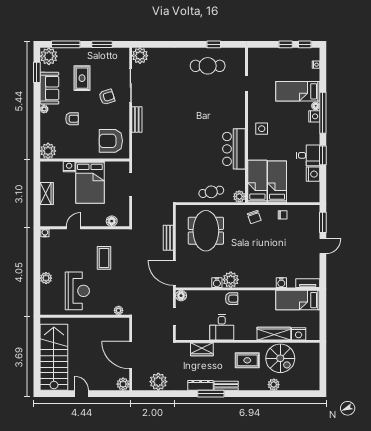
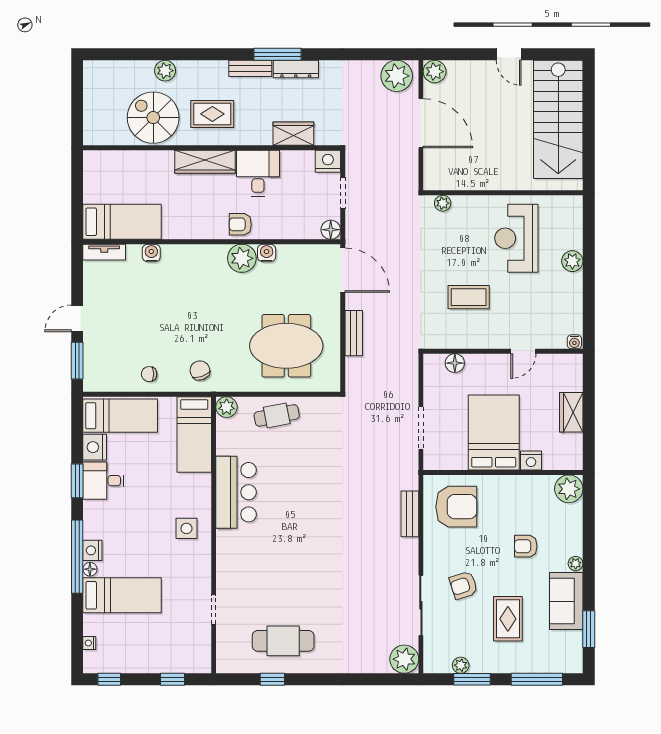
window: (286, 44) -> (173, 679), moved
plant: (49, 56) -> (461, 665), moved, width x0.53, depth x0.53
bench: (137, 120) -> (410, 514), moved
bed: (277, 182) -> (120, 416), moved, turned -90
meeting table: (206, 231) -> (286, 346), turned 90
coffee table: (104, 258) -> (469, 297), turned 90
wardrobe: (274, 334) -> (205, 162), moved
nightstand: (299, 334) -> (328, 161), moved
plant: (158, 382) -> (397, 76), moved

